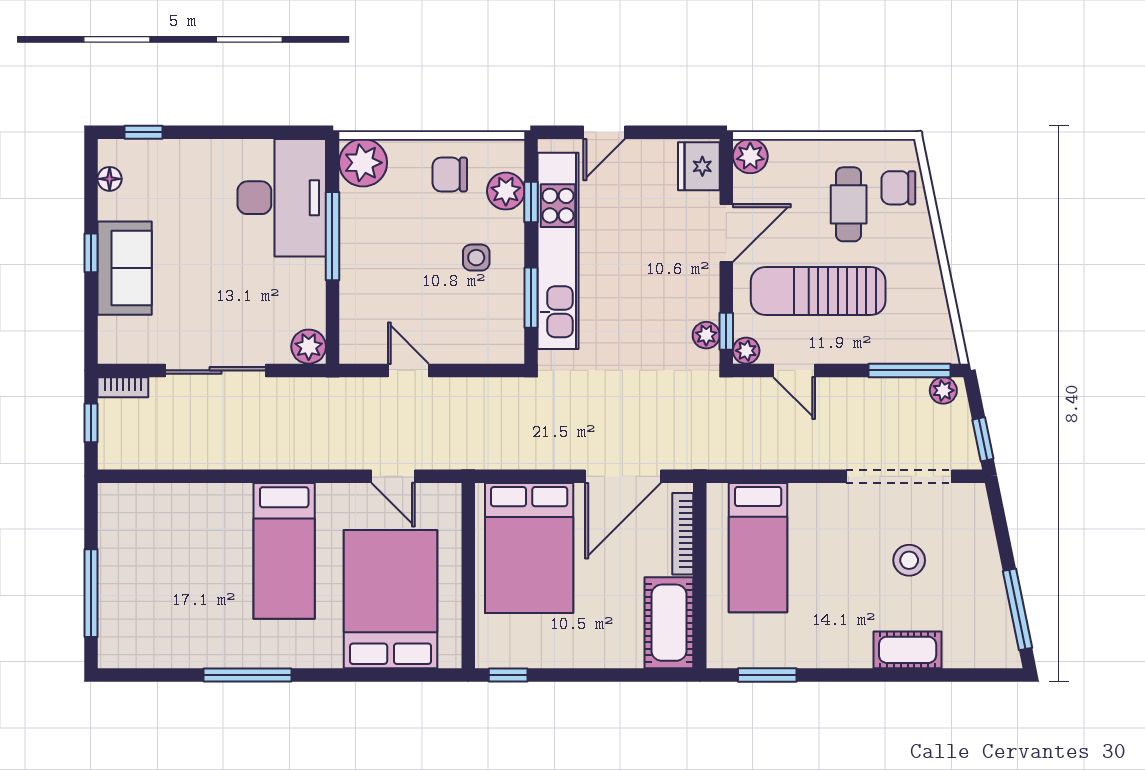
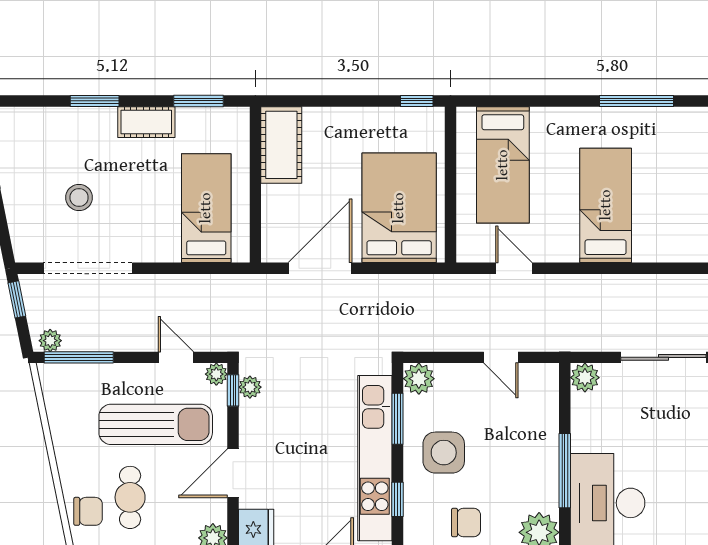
plant: (506, 191) -> (419, 379), moved
side table: (476, 258) -> (444, 453), width x1.87, depth x1.87
bookcase: (683, 534) -> (270, 220), removed
bed: (391, 599) -> (503, 165), width x0.67
cot: (908, 650) -> (146, 122), moved
window: (891, 675) -> (95, 101), added

